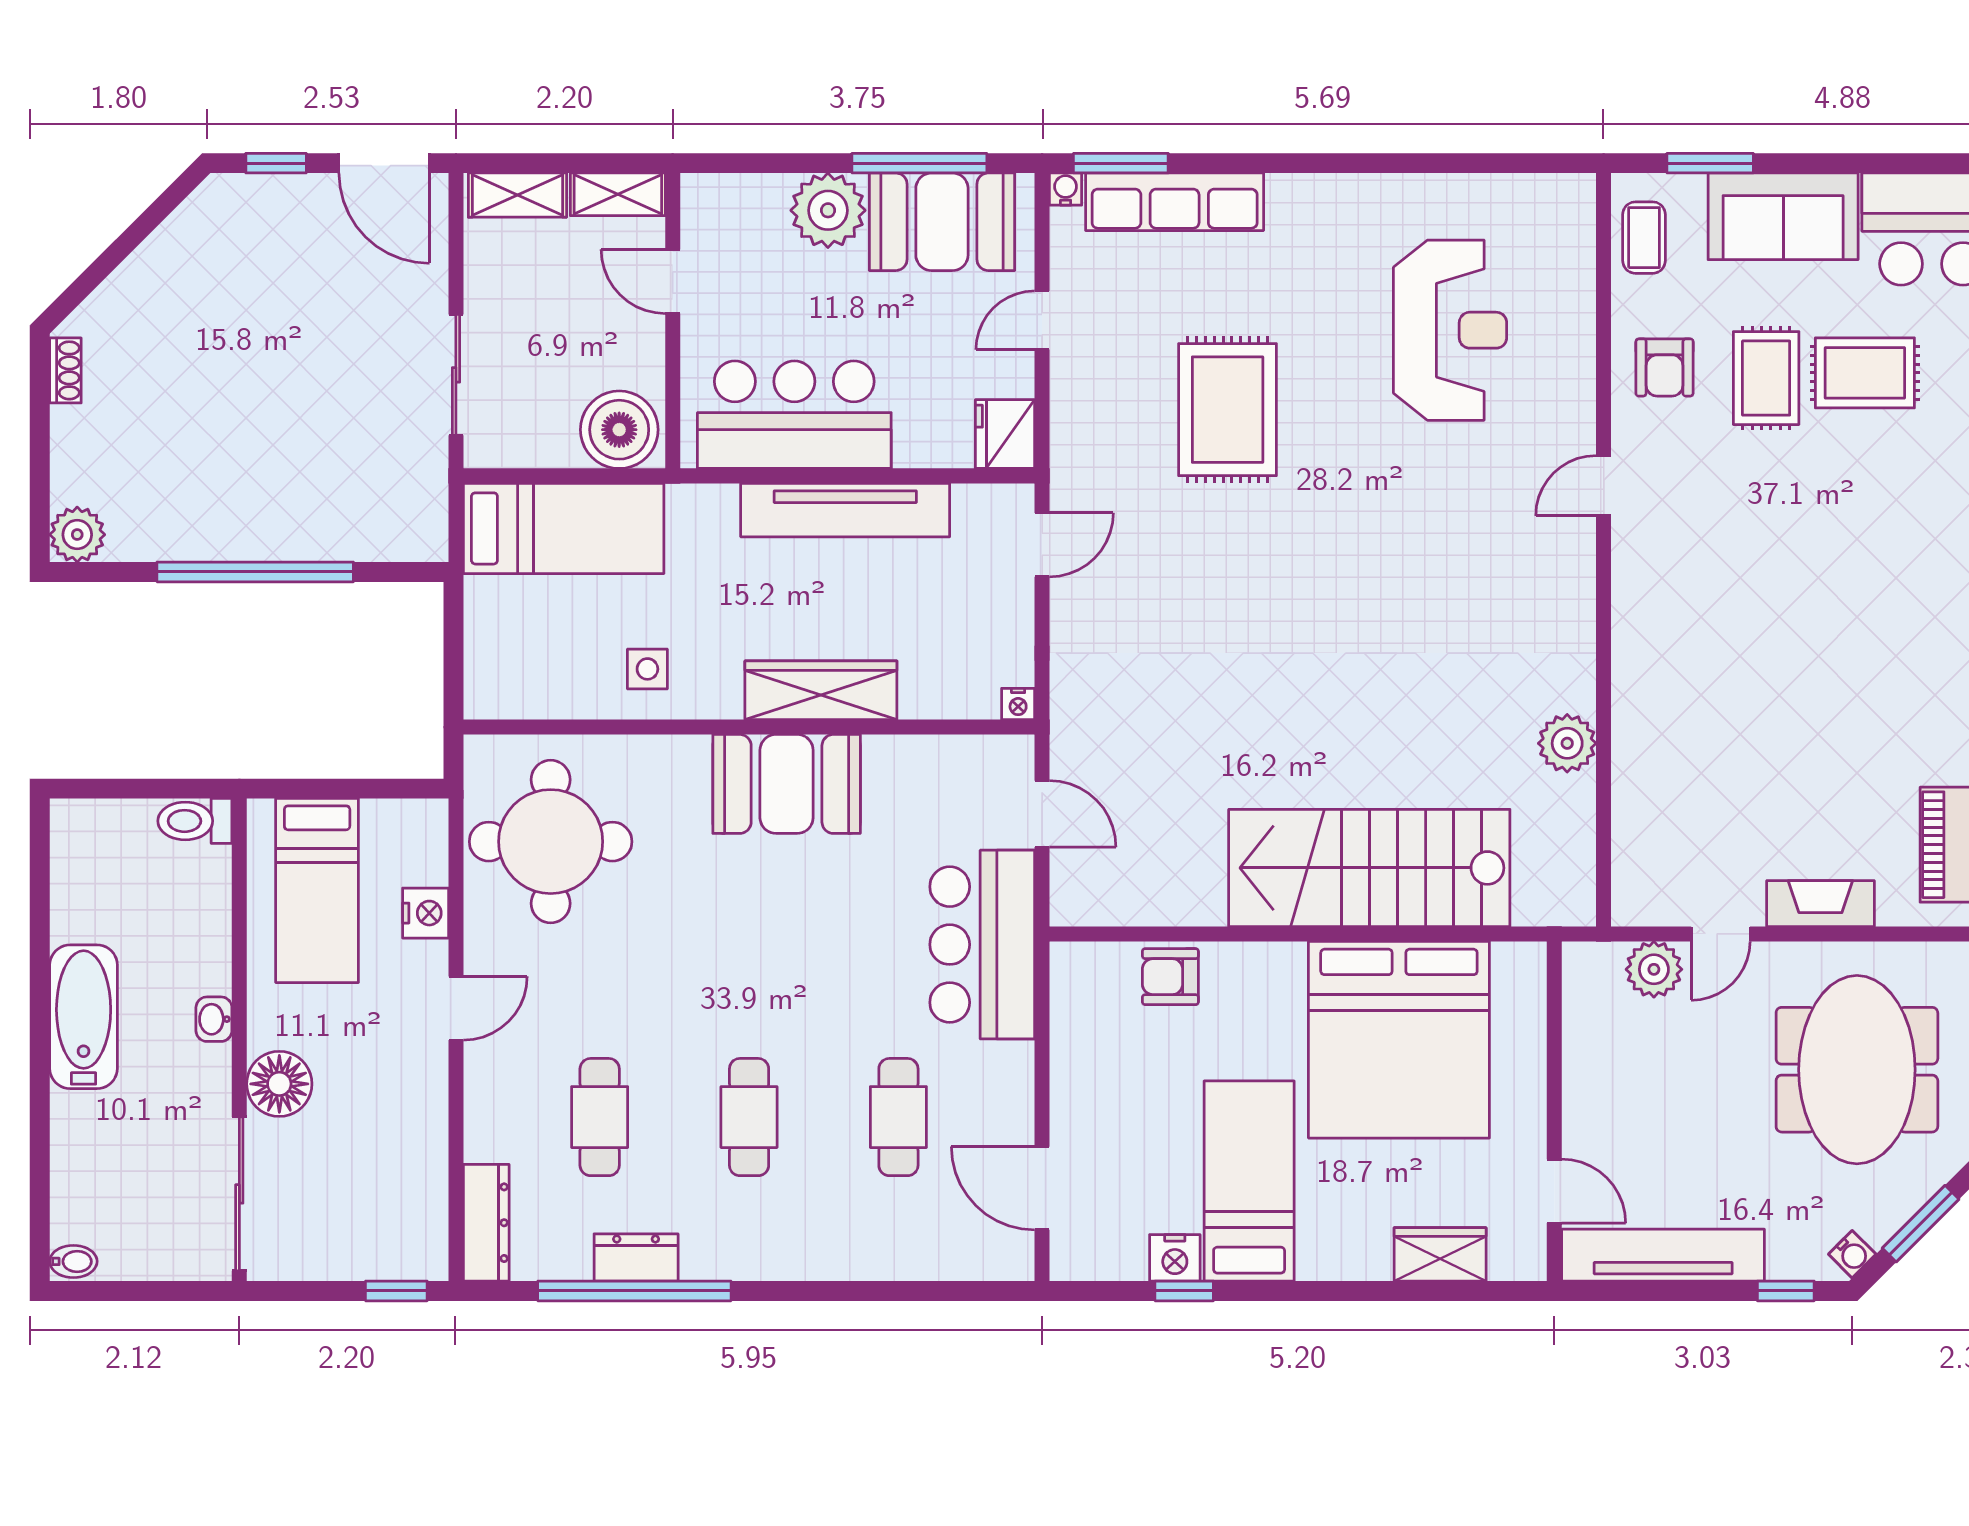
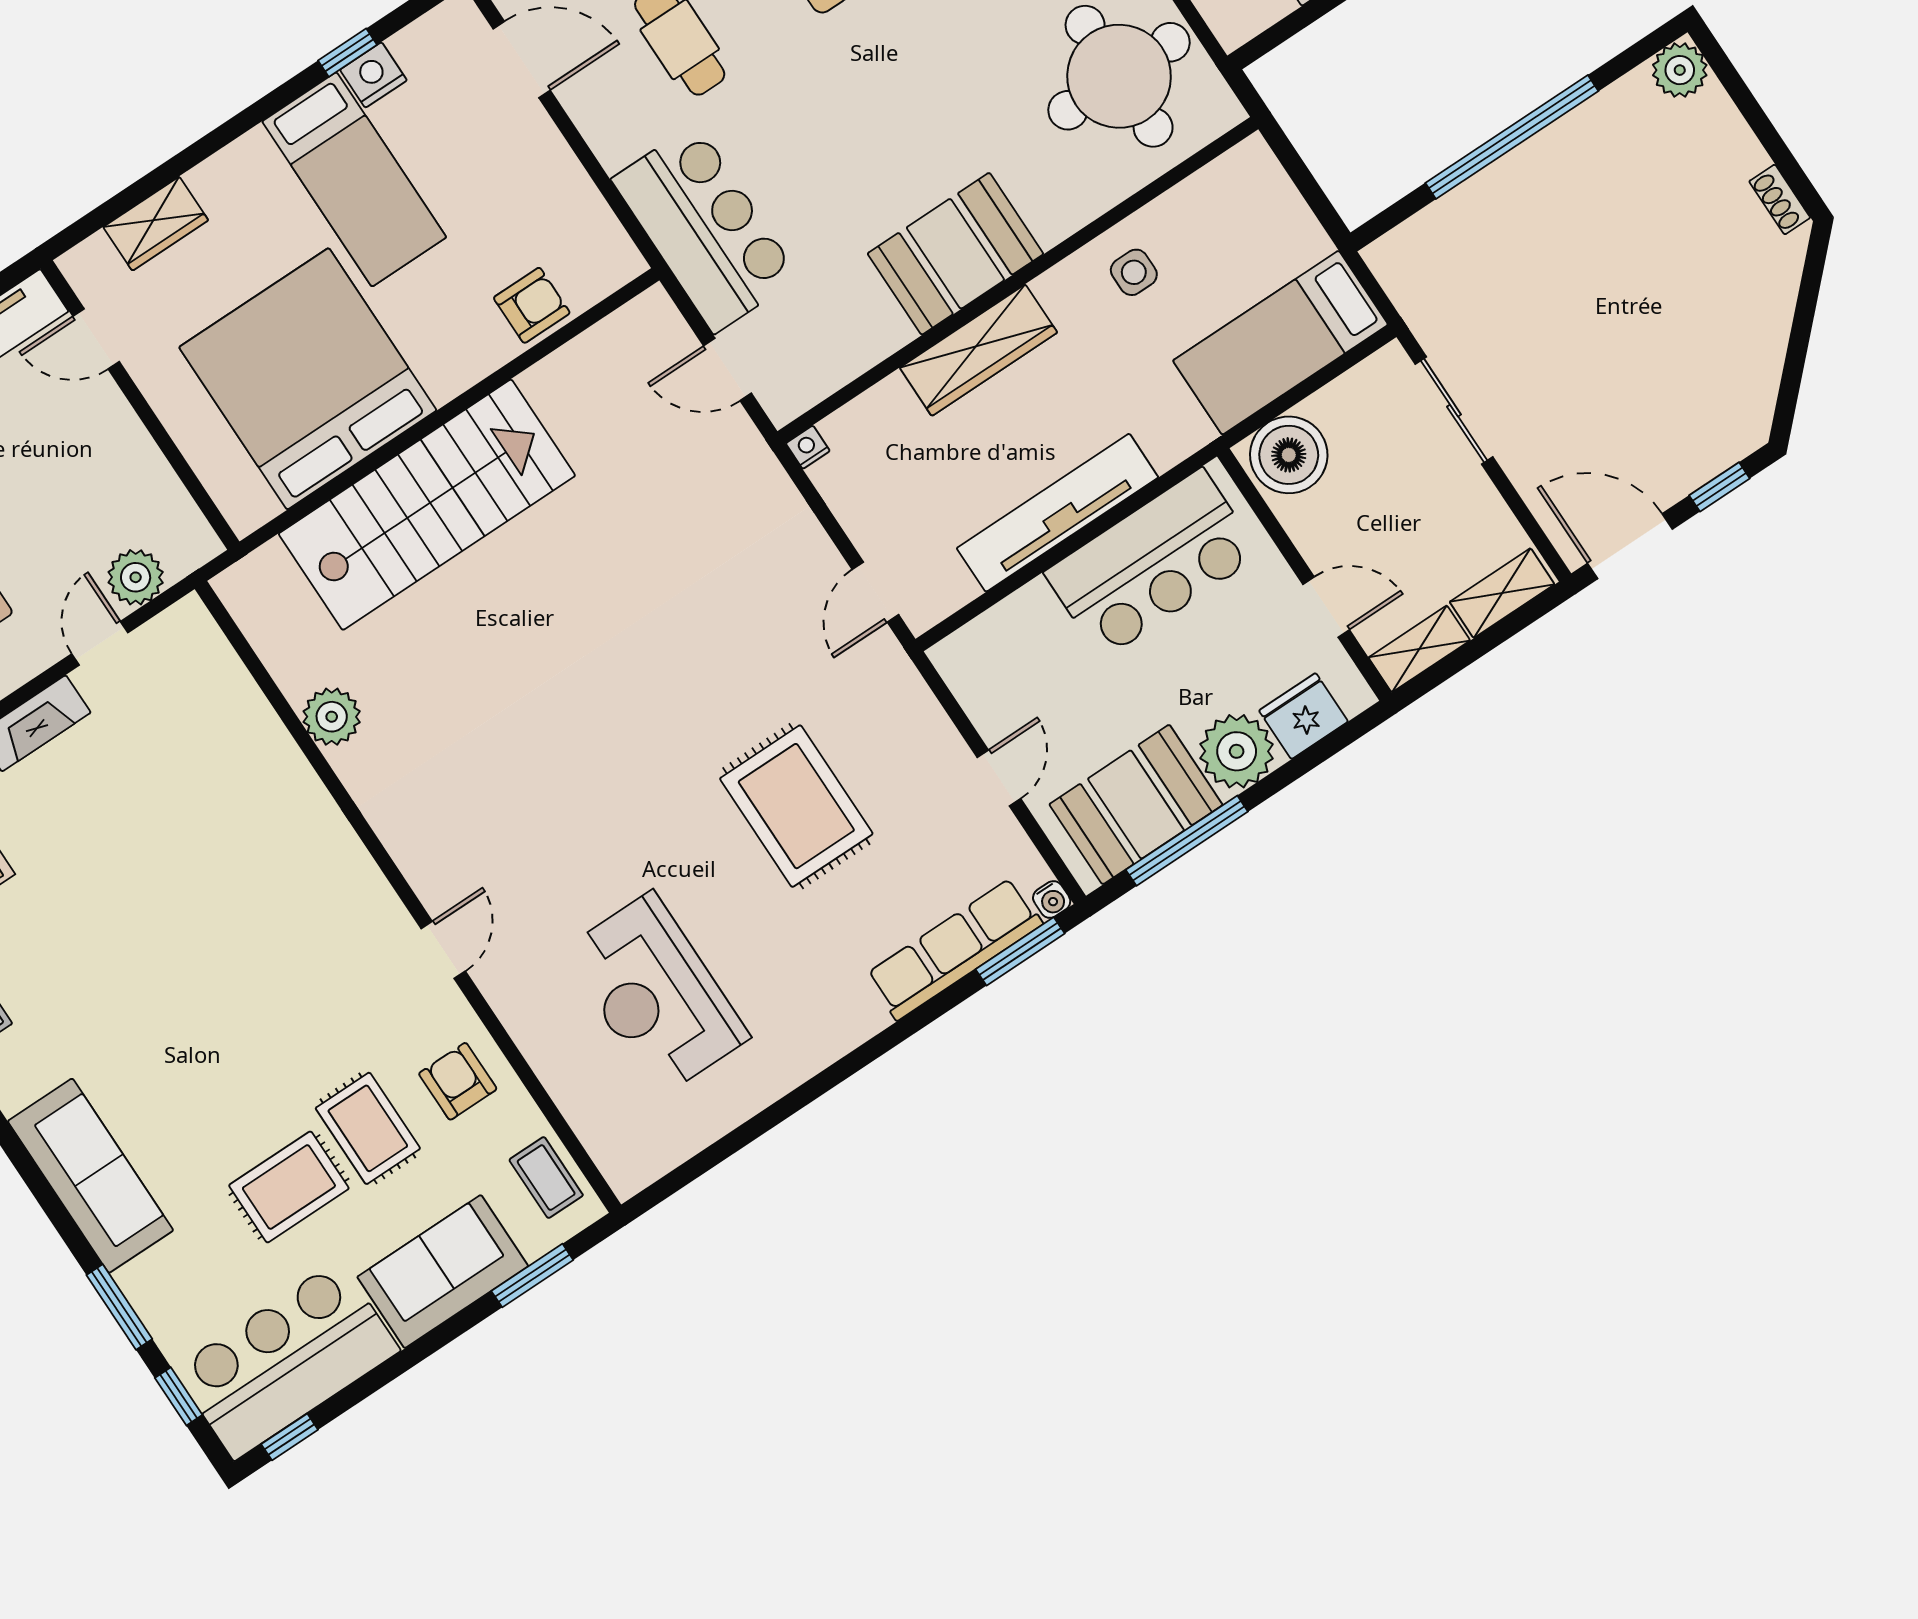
fridge: (1005, 434) -> (1303, 716), moved, turned -90

